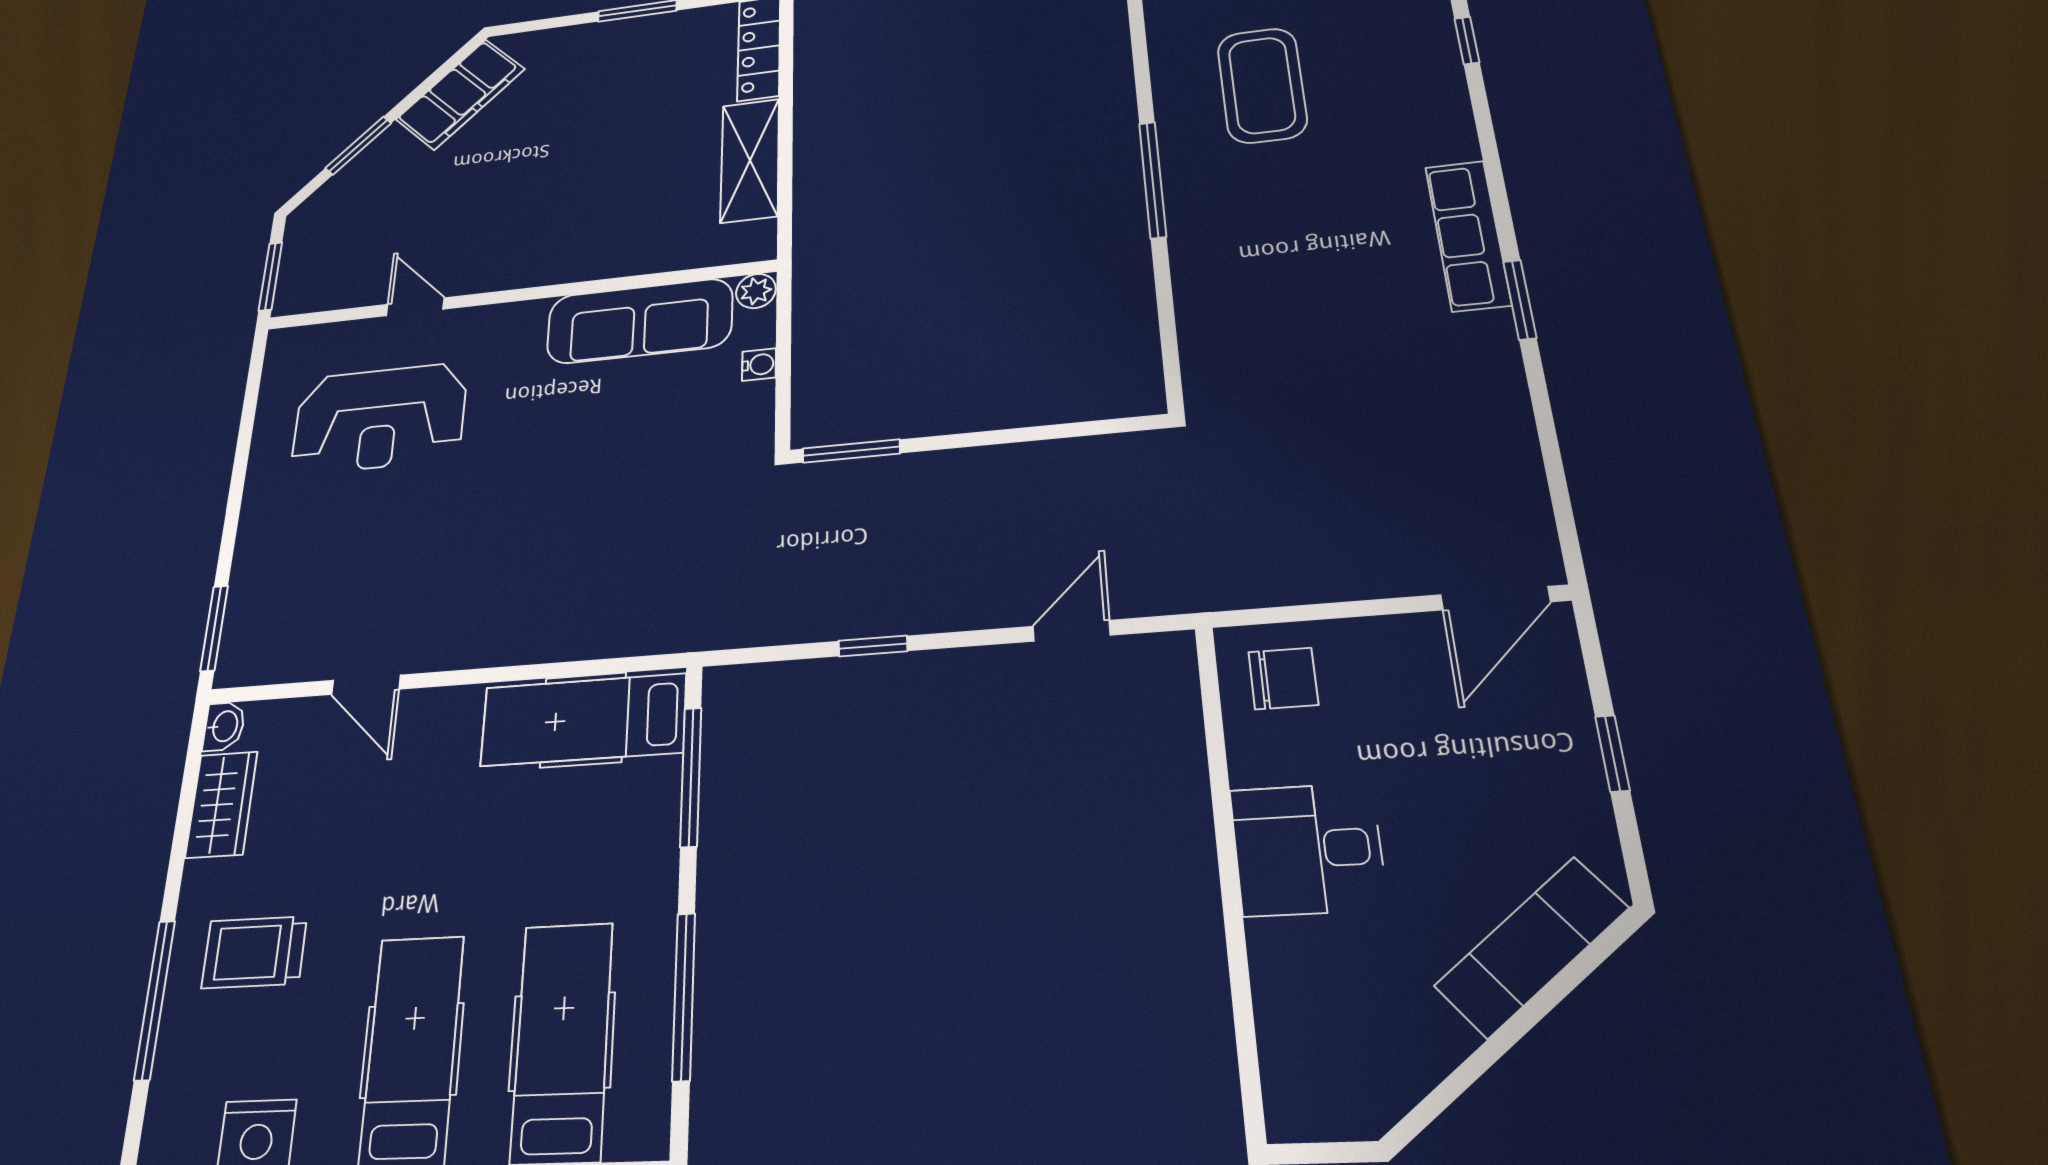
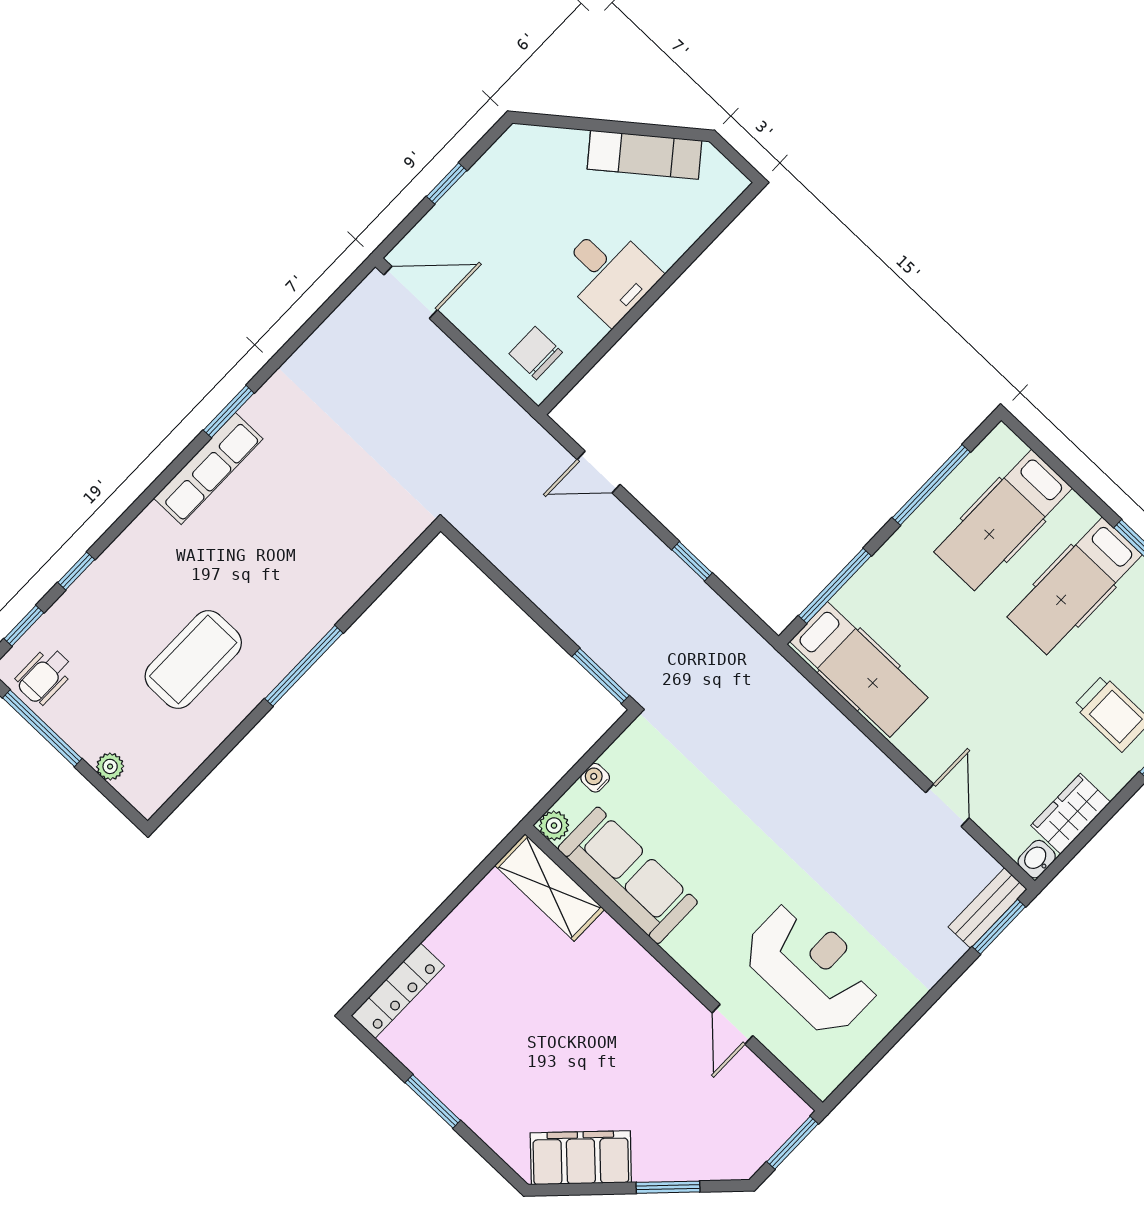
shelving: (750, 160) -> (550, 887), moved, turned 90
bench: (241, 633) -> (988, 908), added
exam couch: (1531, 947) -> (644, 155), moved

